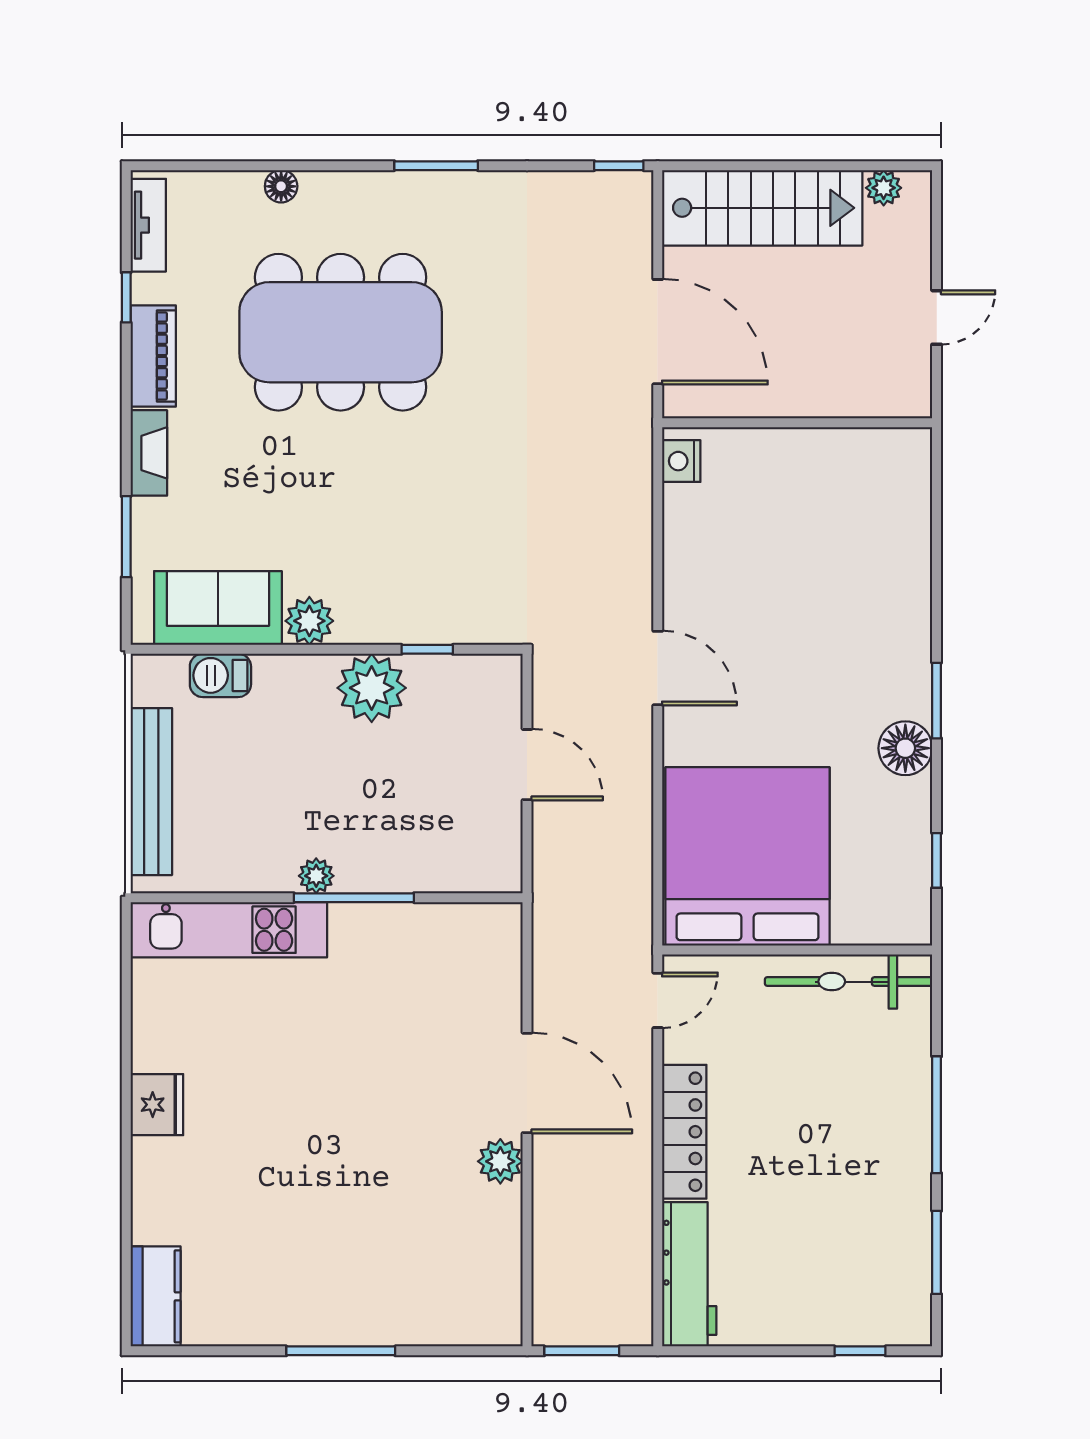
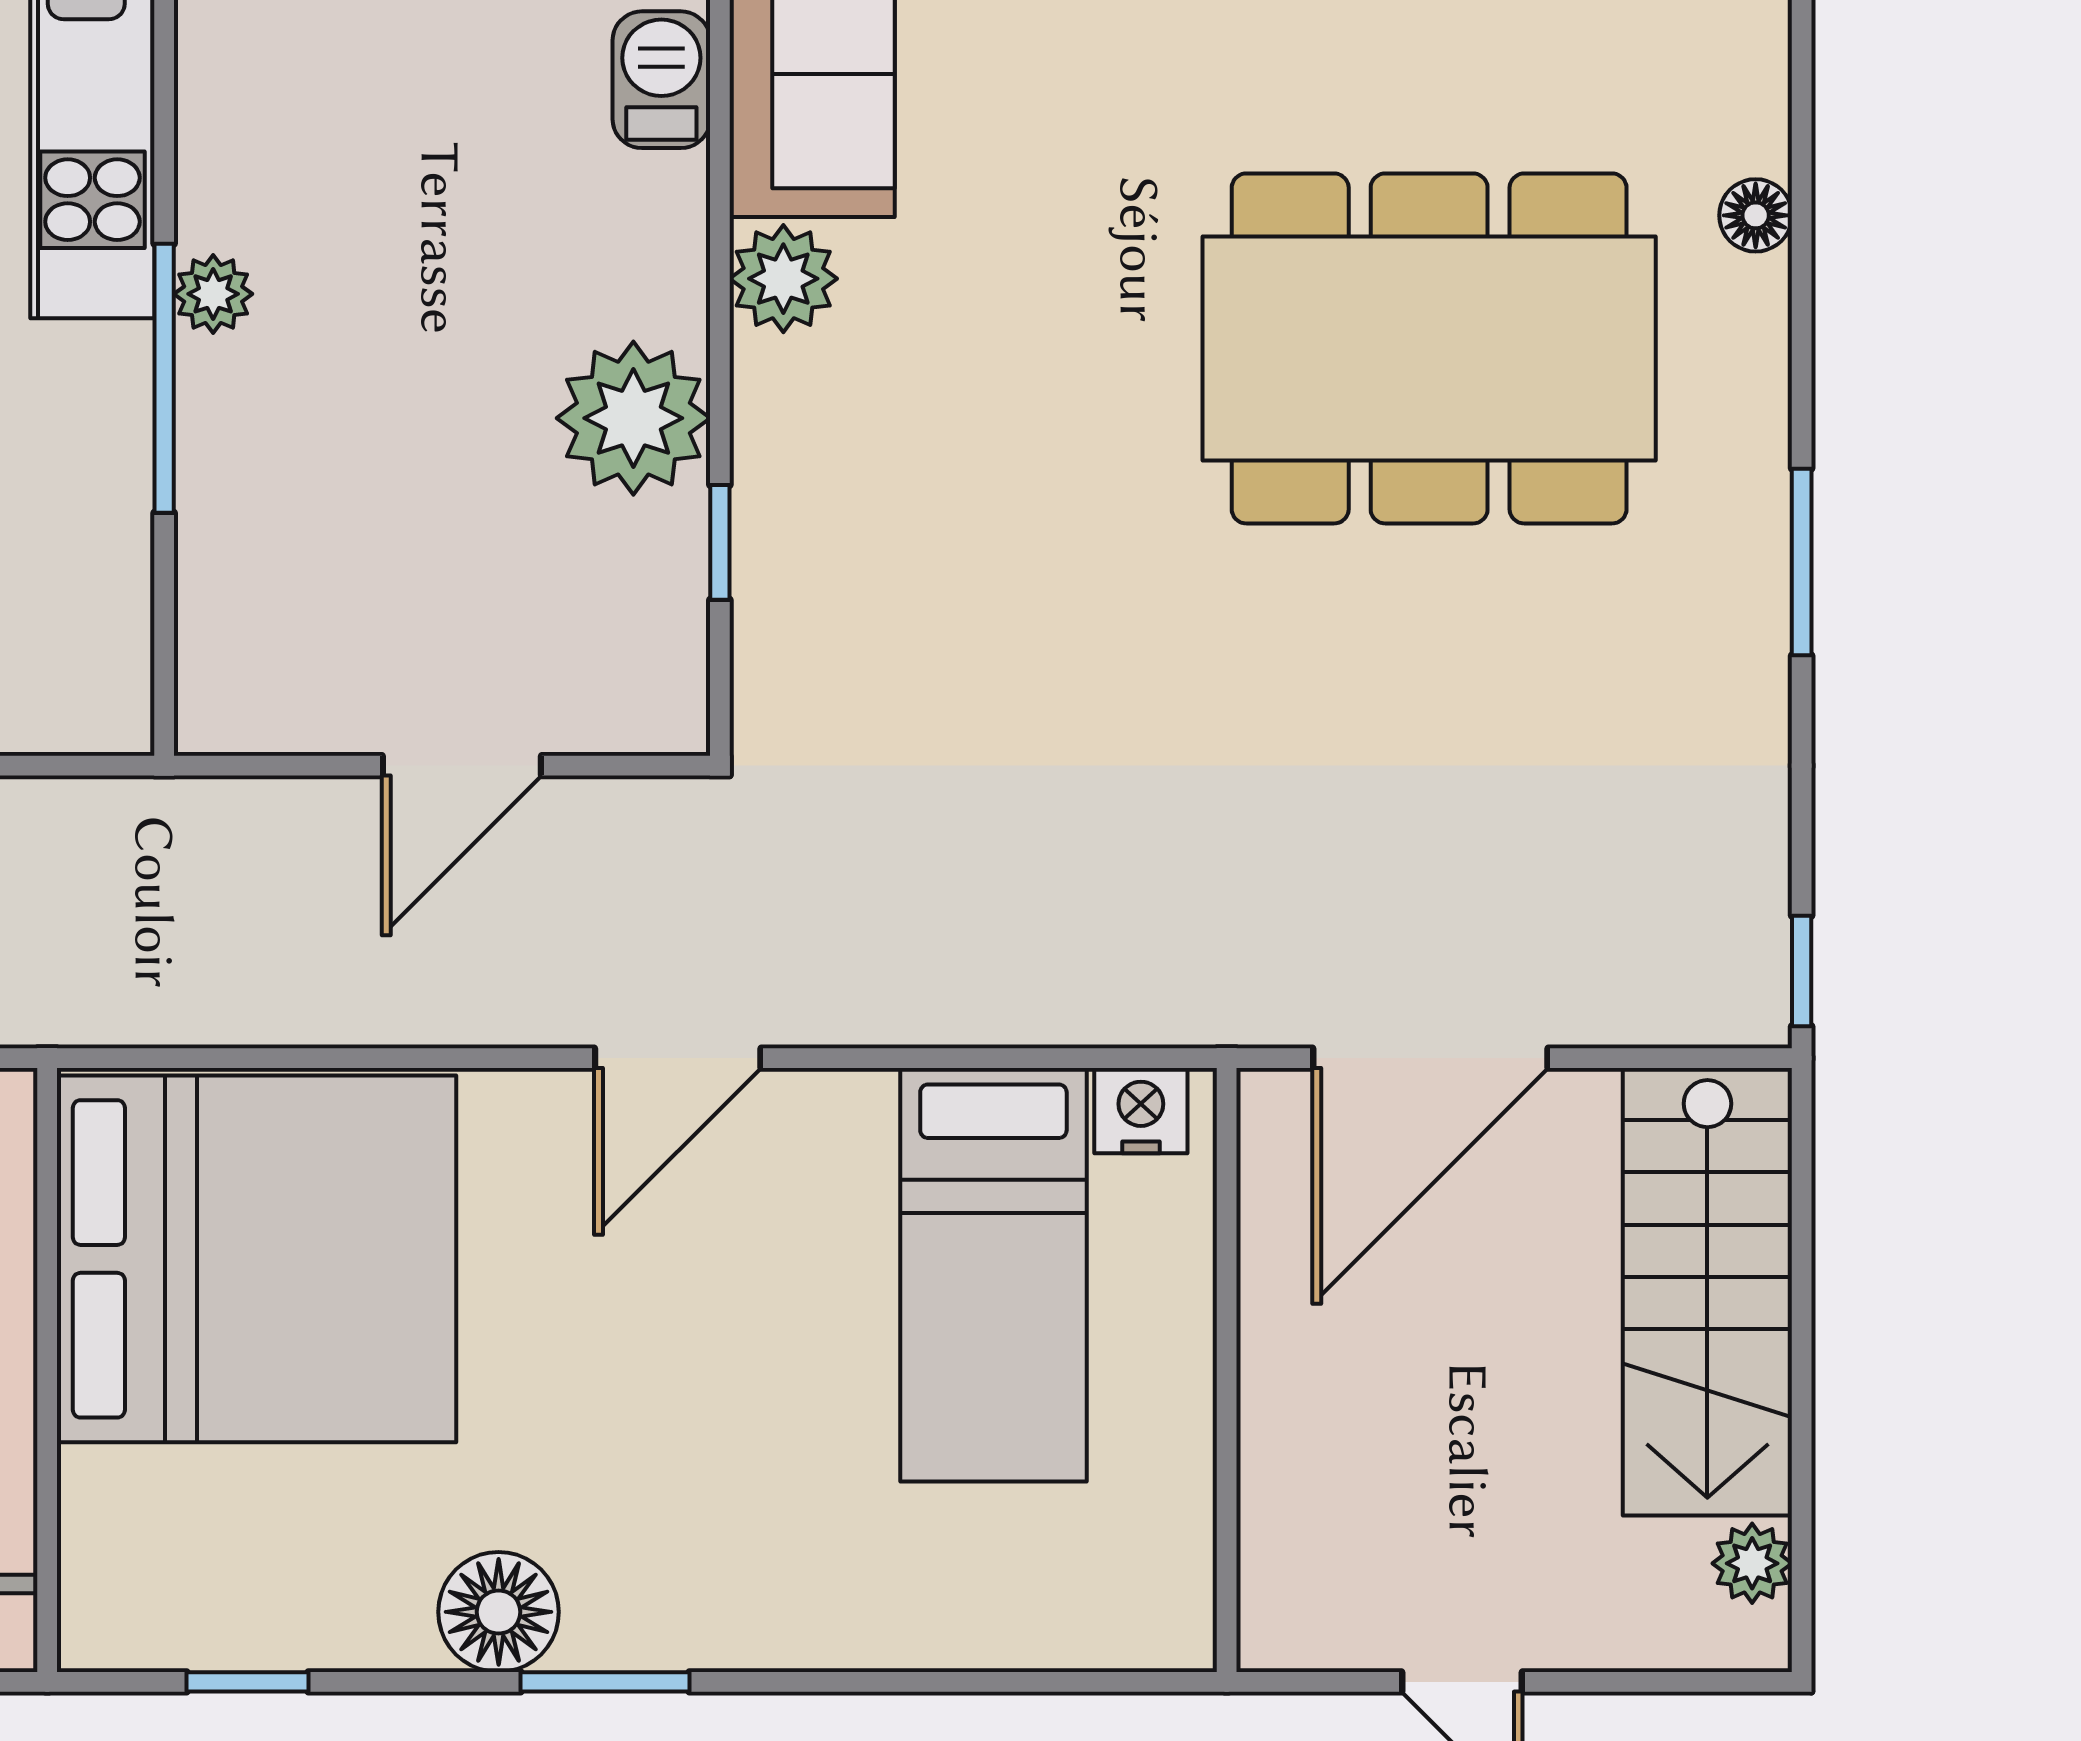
dining table: (341, 332) -> (1429, 348), turned 90
bed: (755, 527) -> (993, 1275), added

